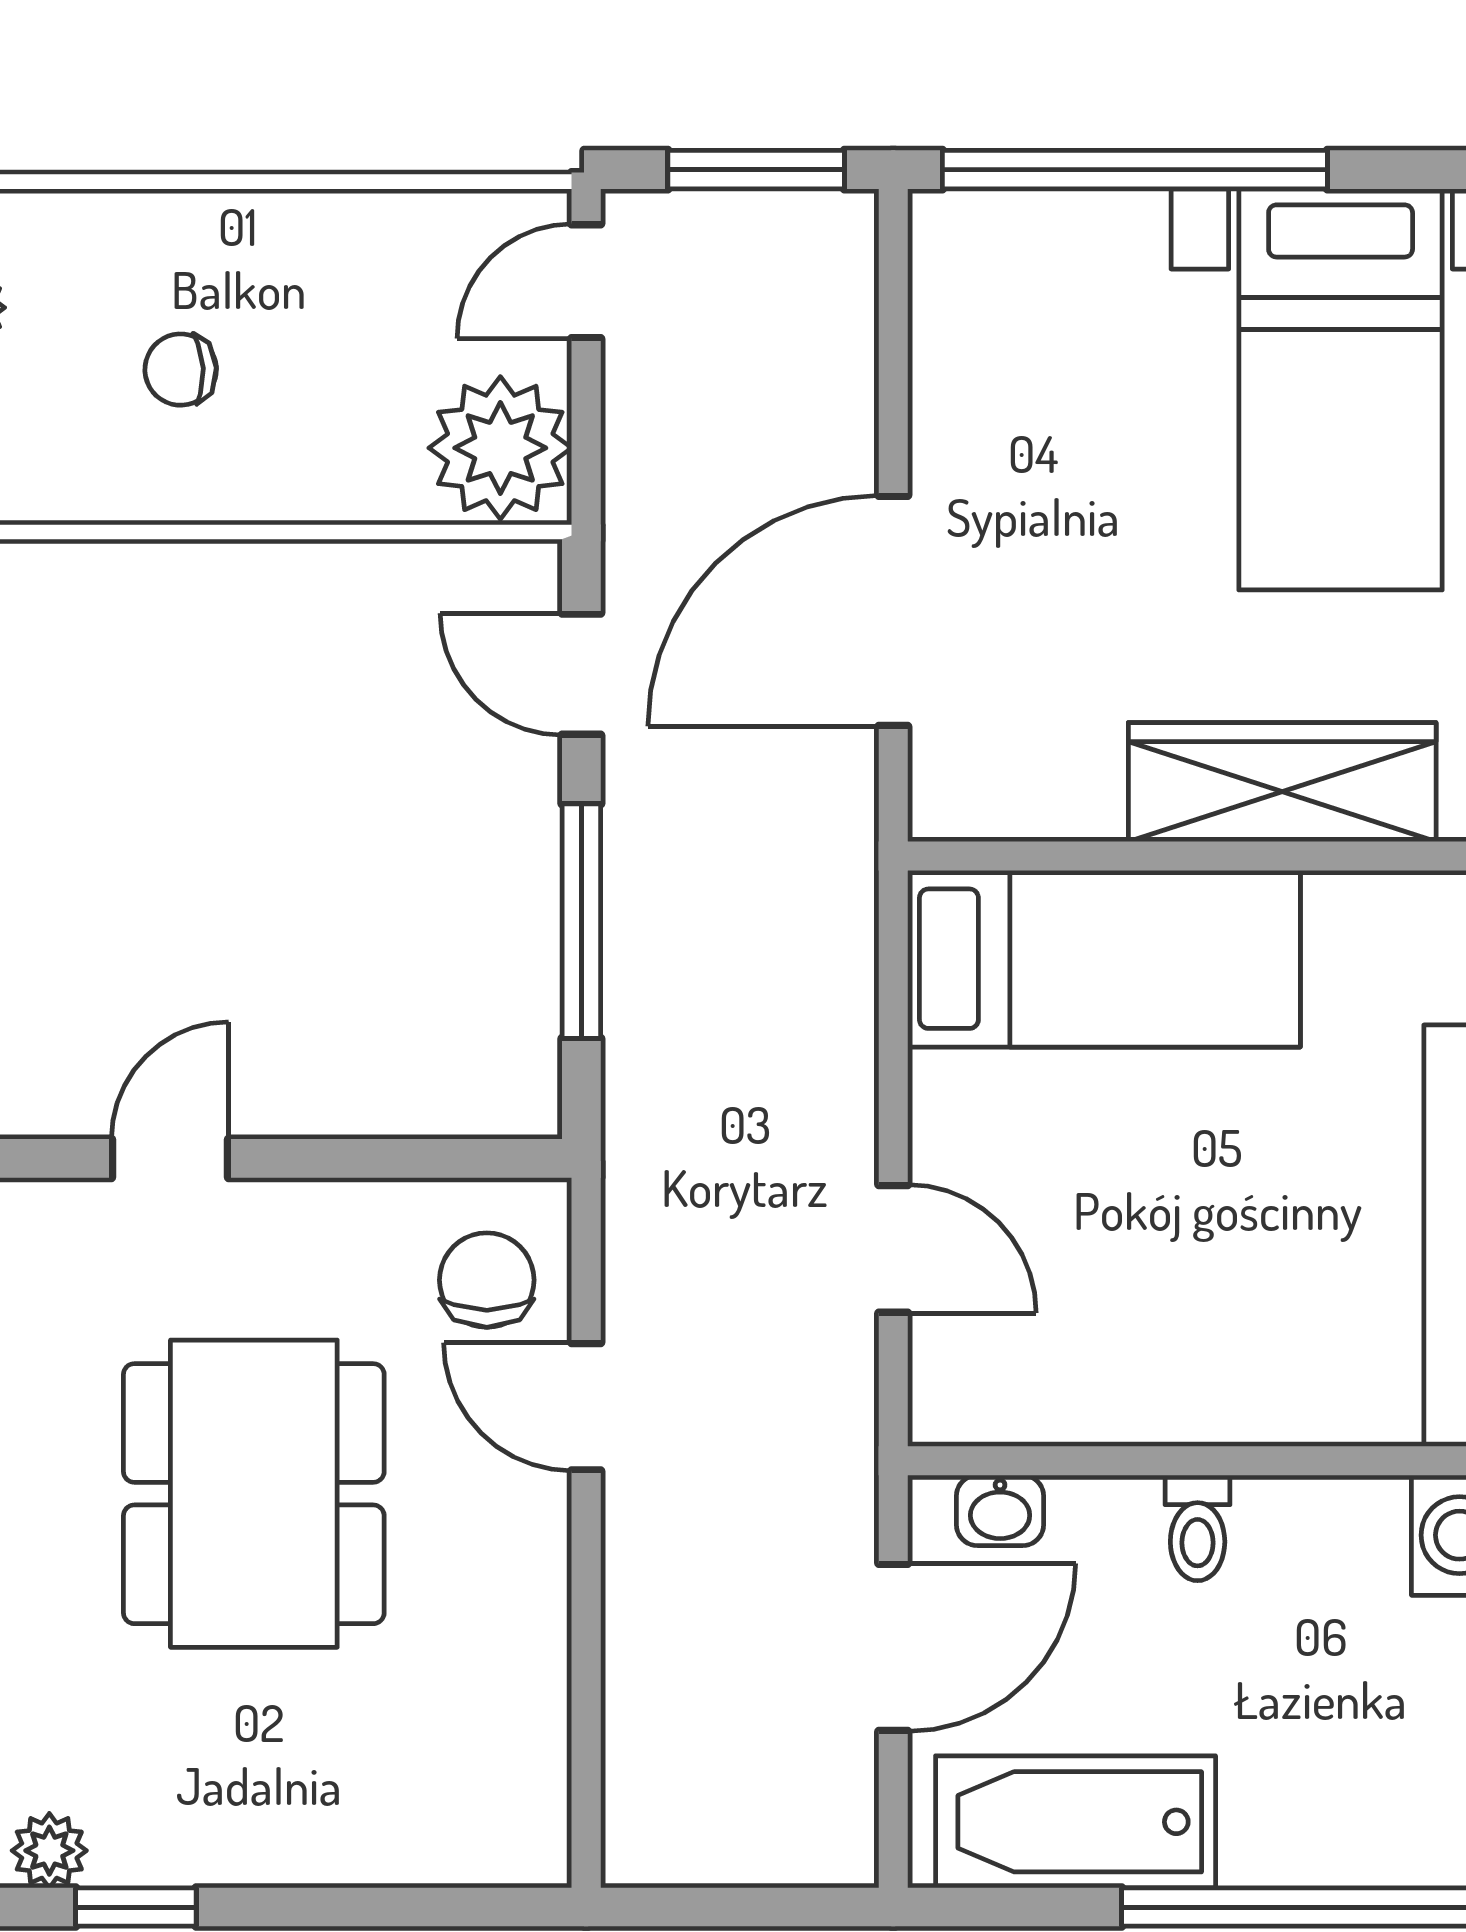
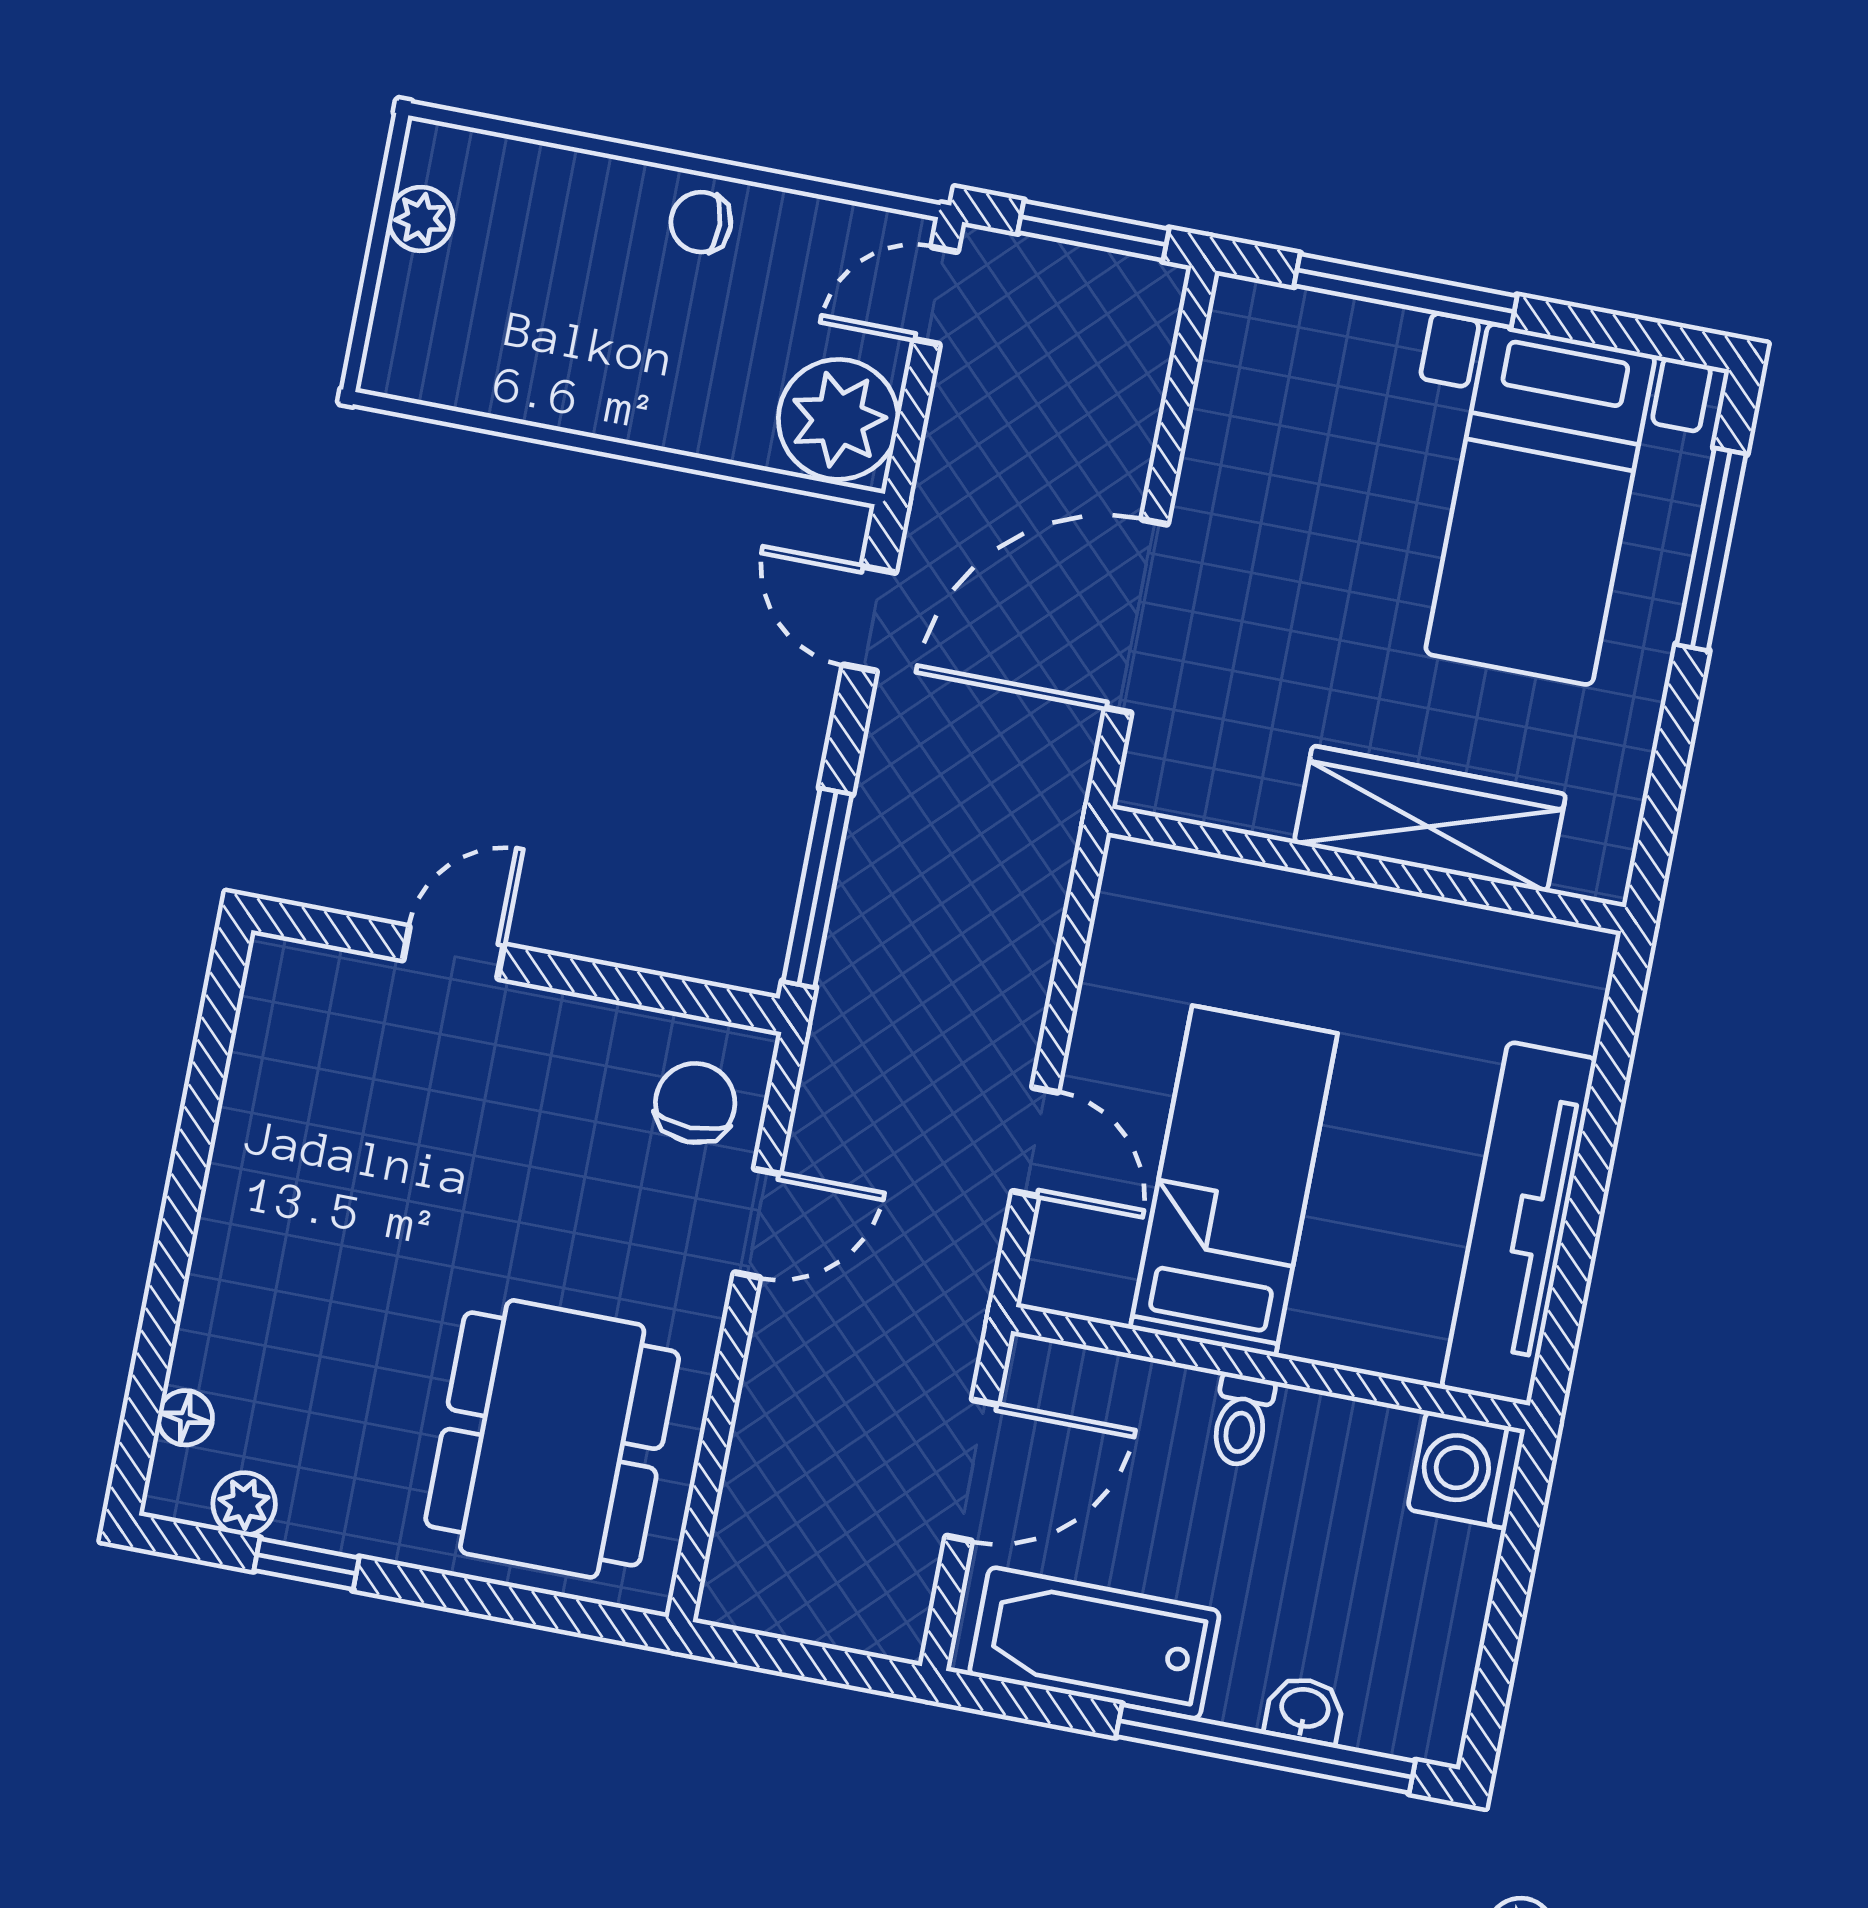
window: (1135, 170) -> (1406, 291), width x0.68
chair: (181, 370) -> (701, 222), moved
window: (581, 921) -> (817, 888), moved
bed: (1104, 959) -> (1234, 1181), moved, turned -90
door: (586, 1407) -> (757, 1223), swing flipped
dining table: (254, 1494) -> (552, 1439), moved
washbasin: (1000, 1510) -> (1305, 1710), moved, turned 180

